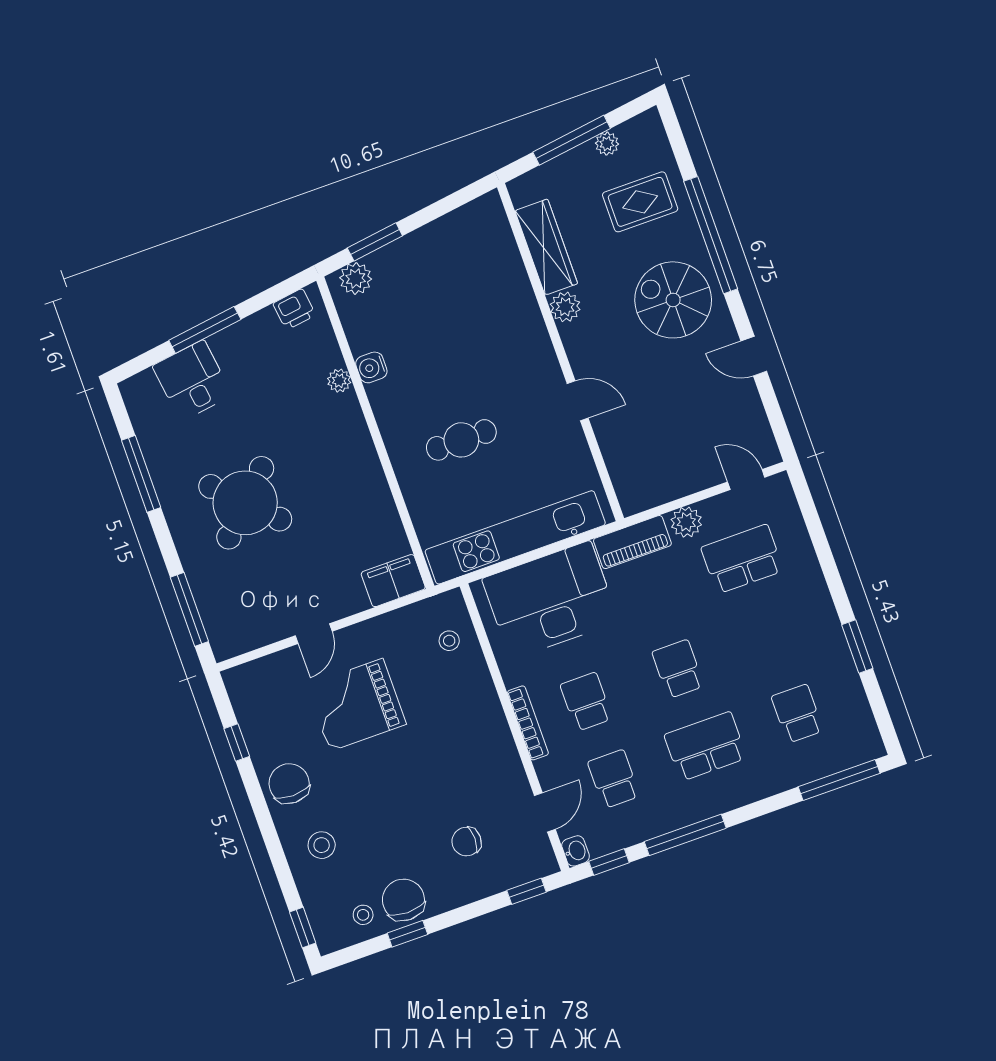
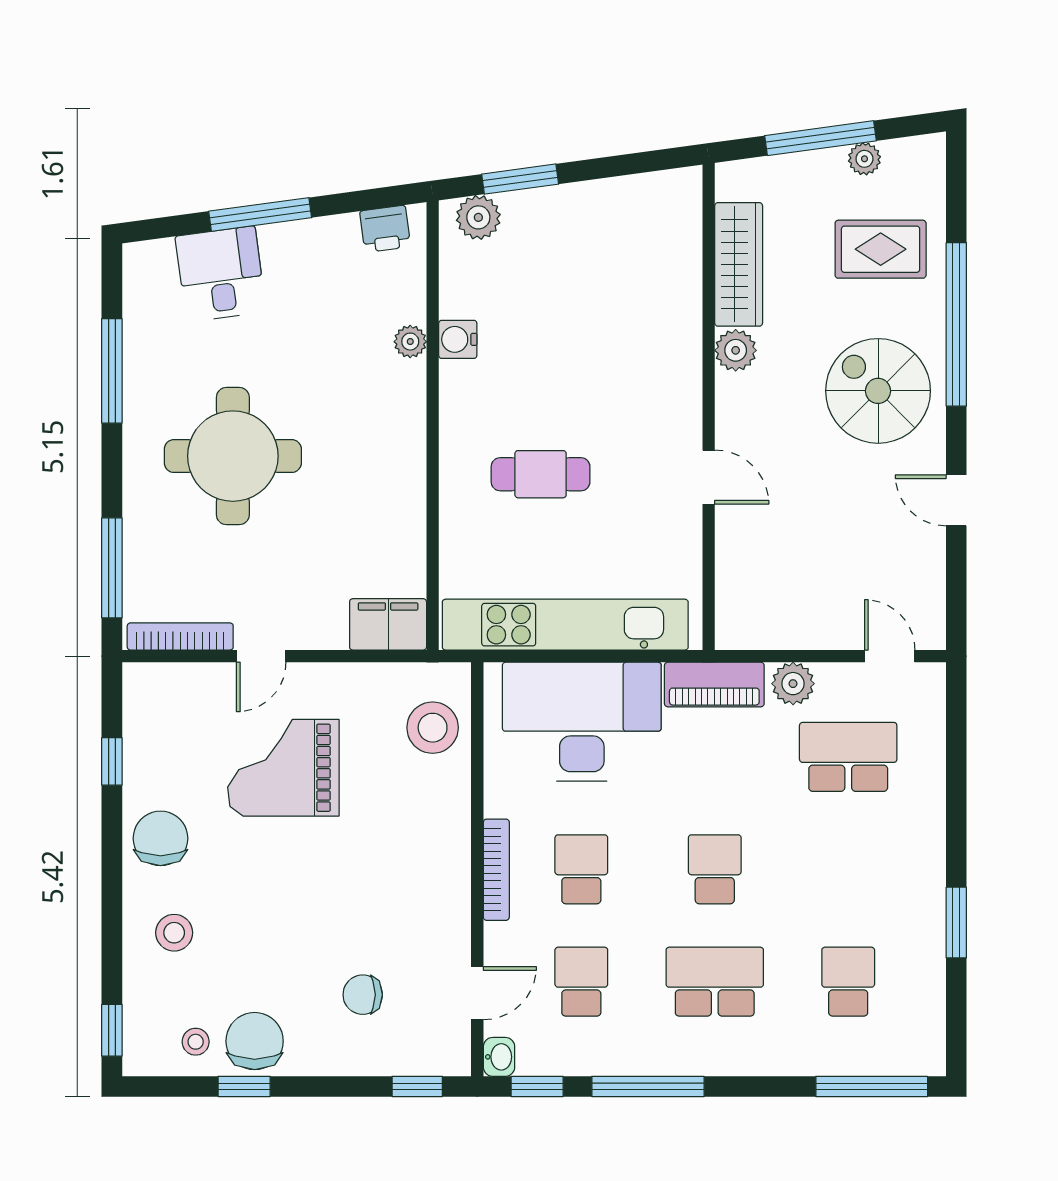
round table: (245, 503) -> (233, 456), turned 45
bookcase: (253, 640) -> (180, 636), added
stool: (449, 641) -> (433, 728), width x1.89, depth x1.89

